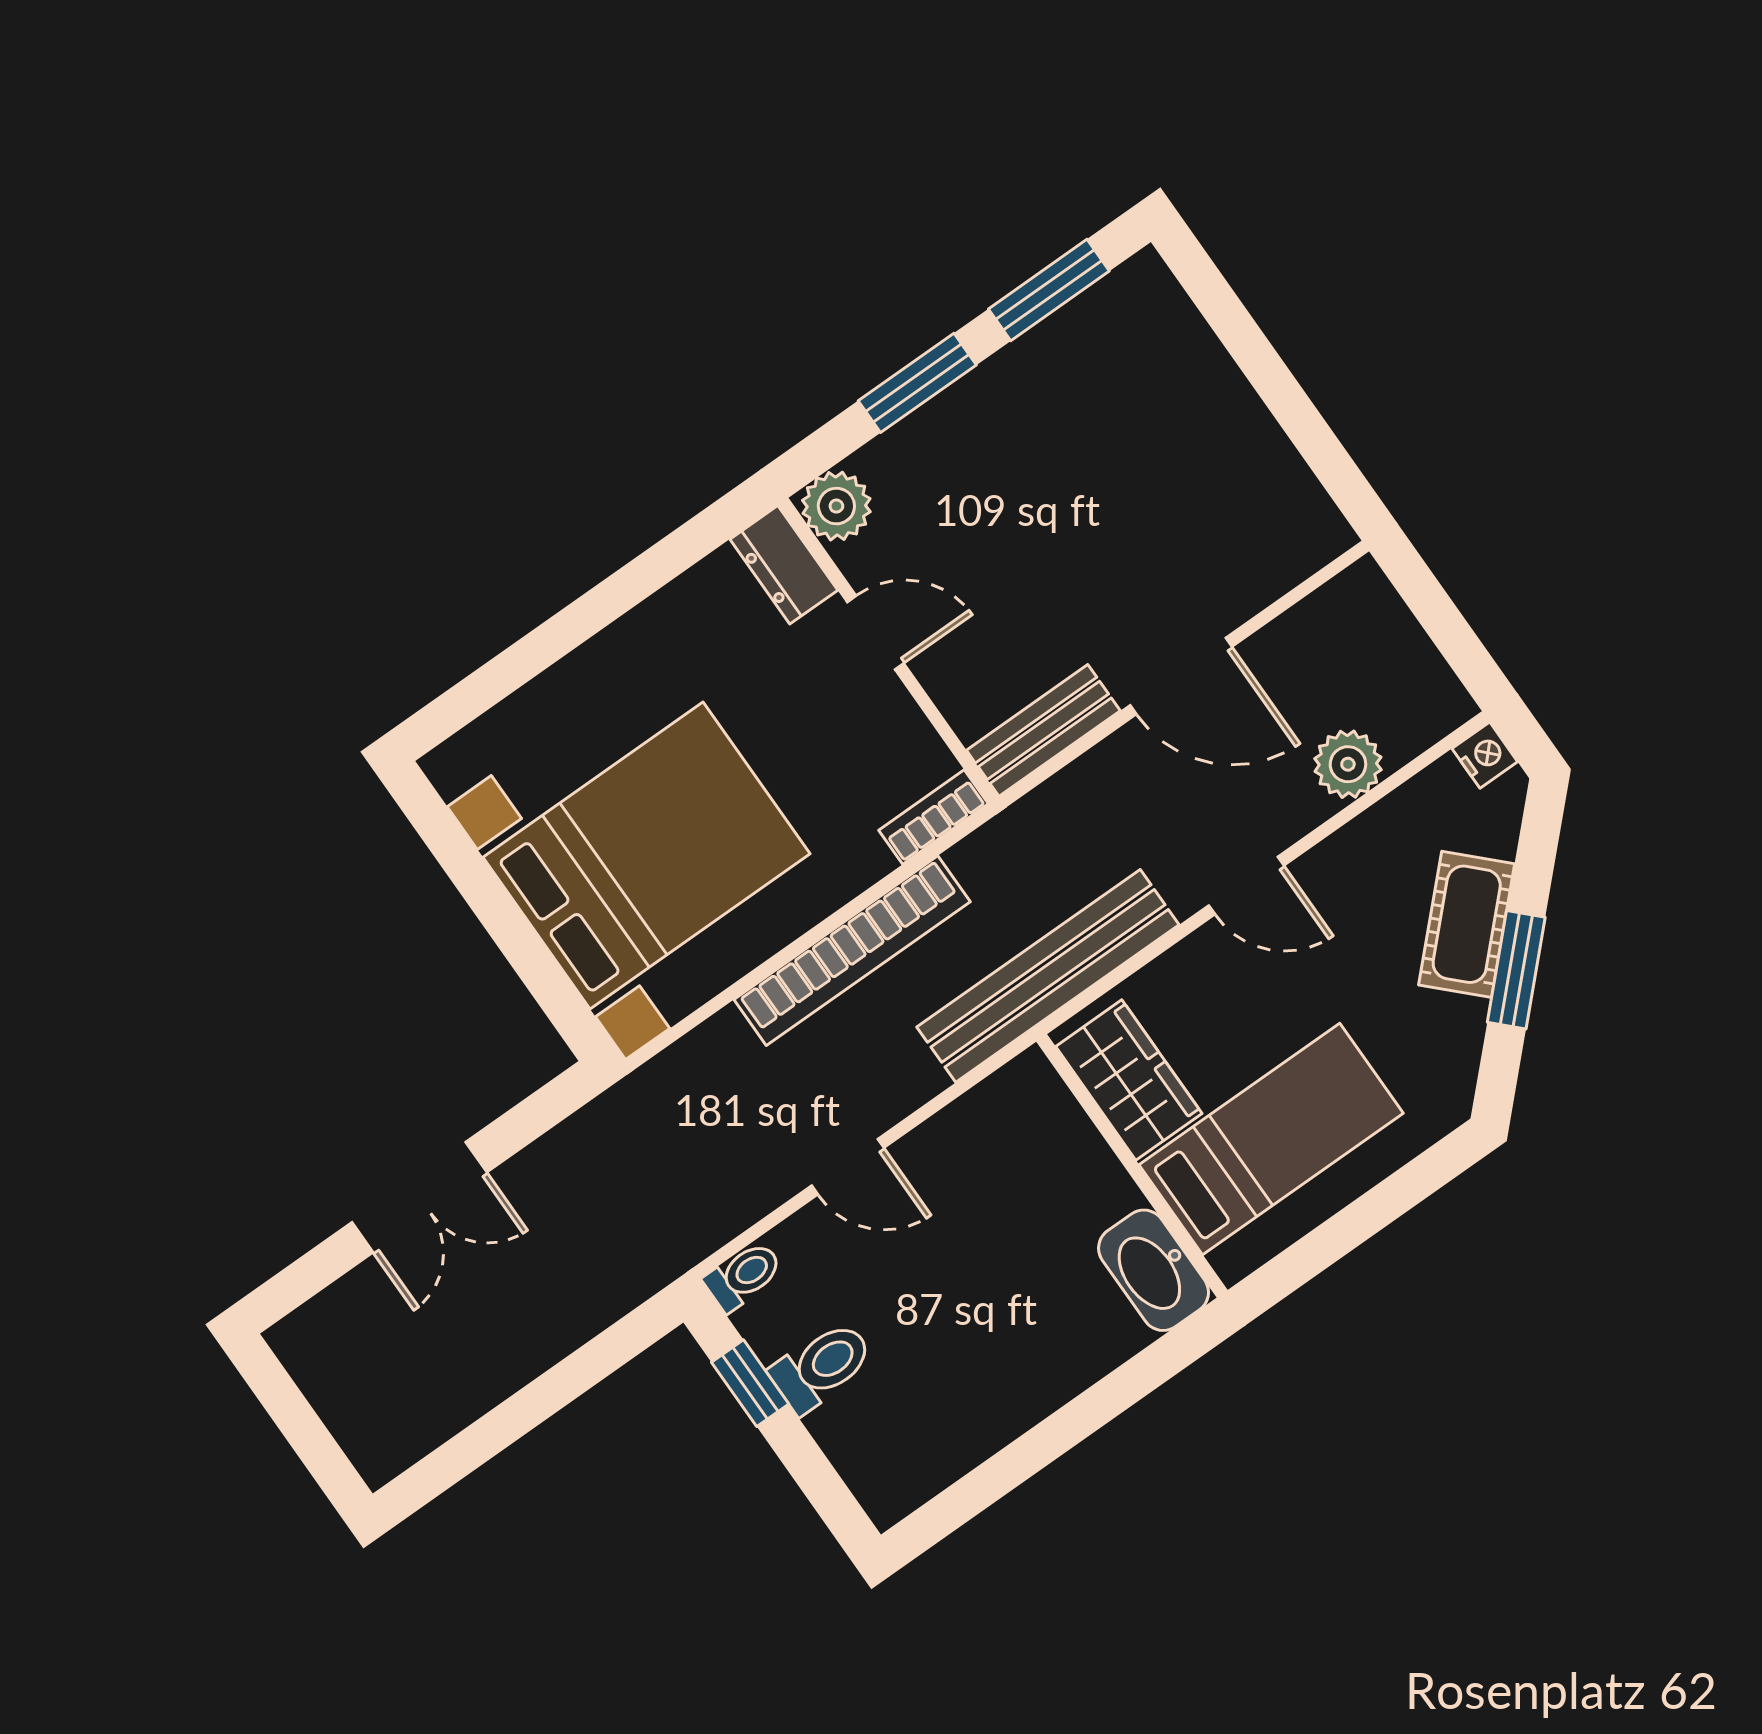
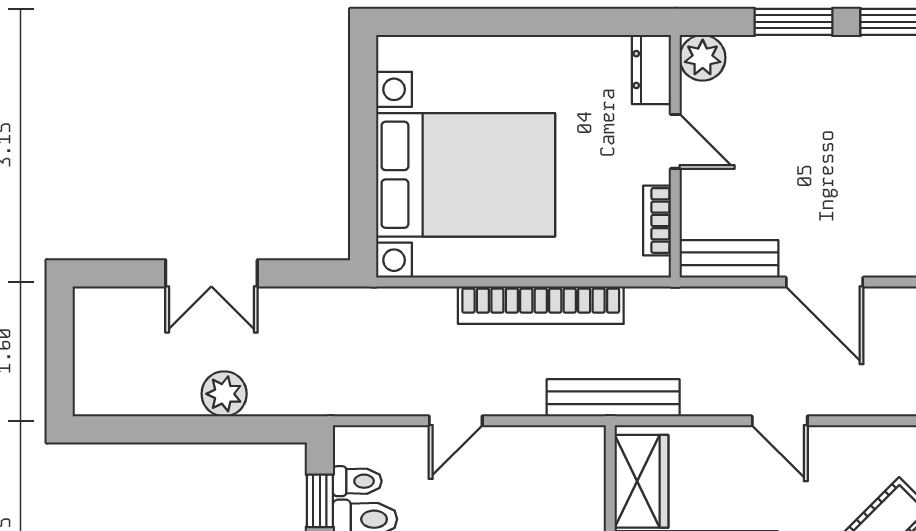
plant: (1348, 764) -> (224, 394), moved
bookcase: (933, 817) -> (657, 220), moved, turned -90
bench: (1048, 976) -> (613, 398), width x0.73, depth x0.82
door: (848, 1167) -> (456, 421), hinge flipped
toilet: (743, 1276) -> (357, 481), moved

